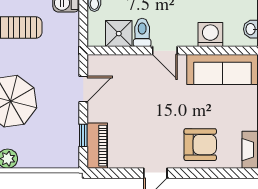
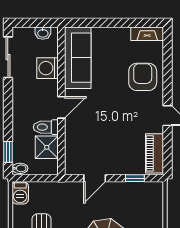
door: (83, 89) -> (95, 178), swing flipped
piano: (97, 146) -> (155, 153), moved, turned -90

